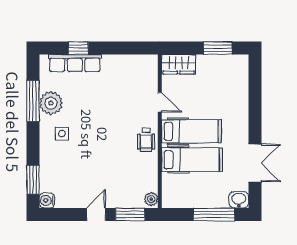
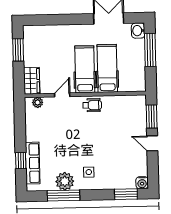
plant: (151, 199) -> (38, 102), moved

